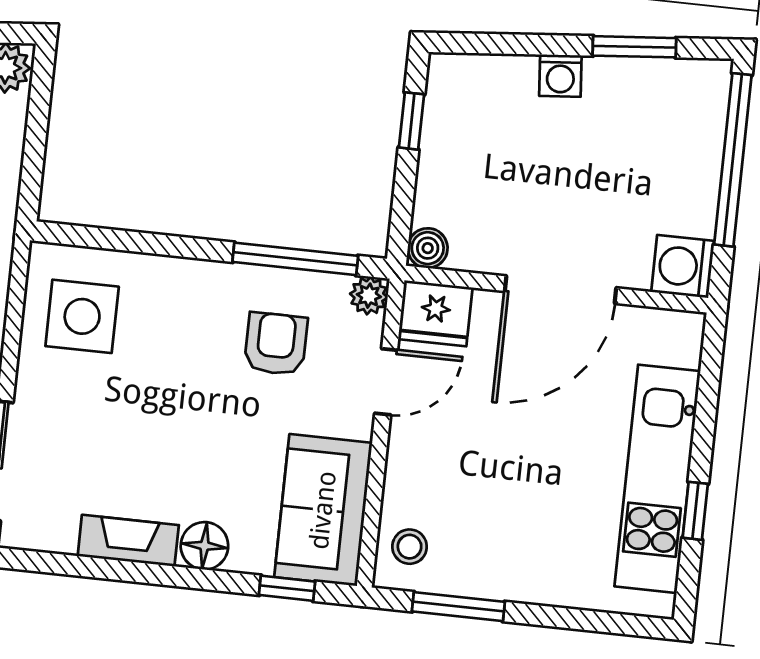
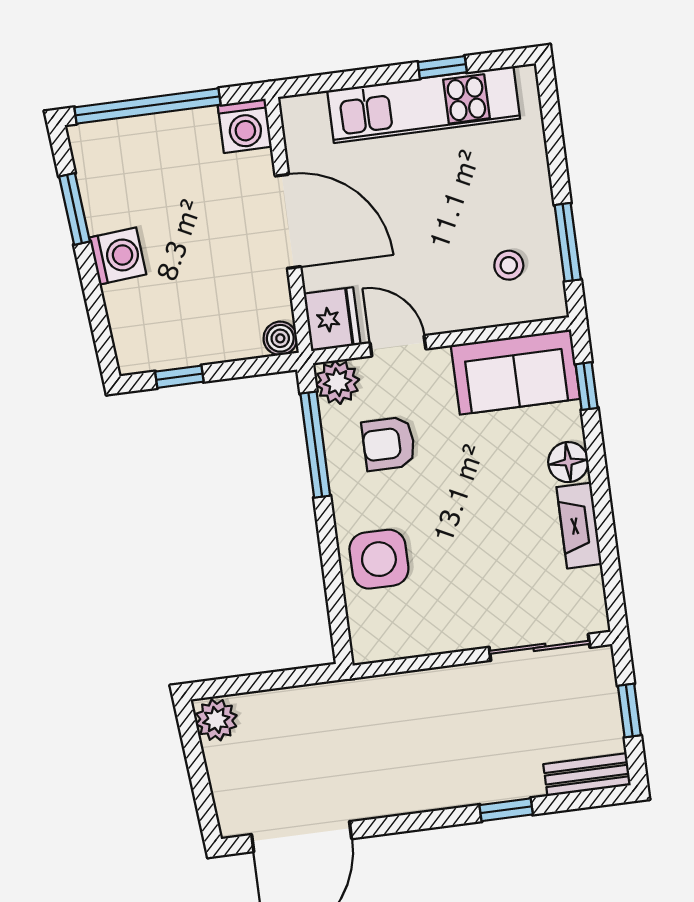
washing machine: (560, 76) -> (118, 256), width x1.38, depth x1.38
plant: (369, 296) -> (337, 382), width x1.38, depth x1.38
side table: (82, 316) -> (379, 559), moved
stool: (410, 547) -> (509, 265), moved

